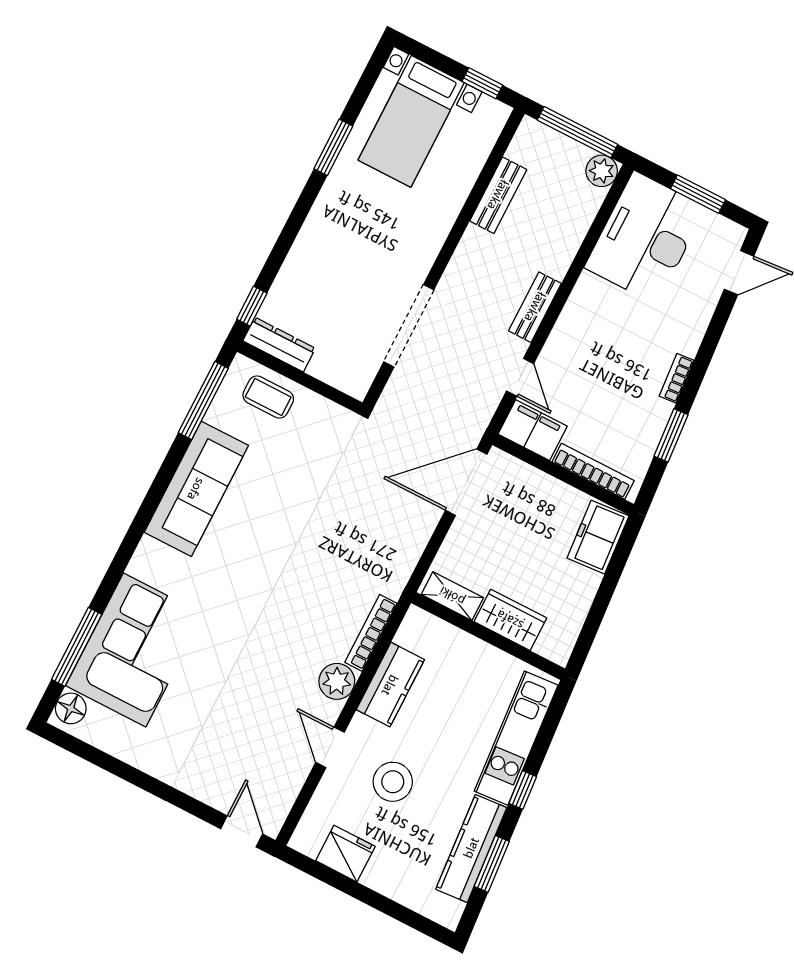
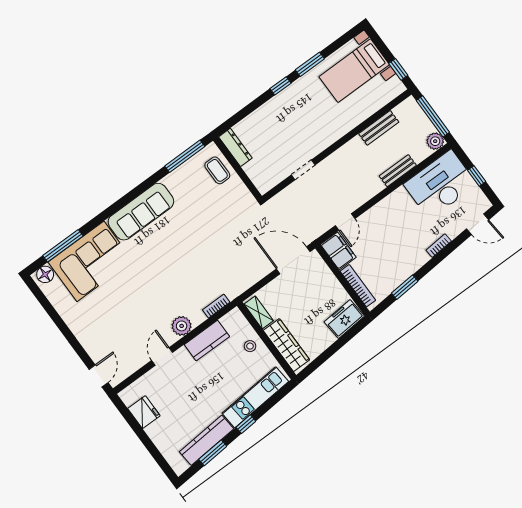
window: (698, 194) -> (477, 176), width x0.67
window: (252, 306) -> (281, 86), moved
bench: (535, 307) -> (398, 171), moved
doorway: (409, 326) -> (303, 170), width x0.53
bookcase: (677, 378) -> (439, 246), moved
sofa: (196, 489) -> (141, 212), moved
wardrobe: (510, 620) -> (286, 345), width x1.50
bookcase: (371, 633) -> (216, 306), width x0.64
stool: (393, 782) -> (250, 346), moved, width x0.53, depth x0.53

